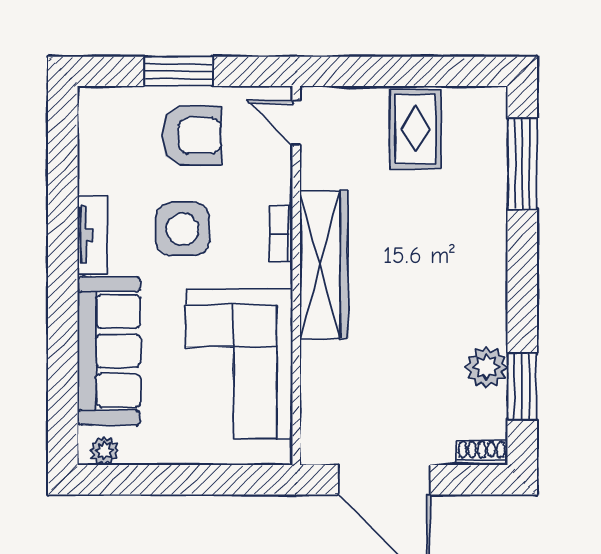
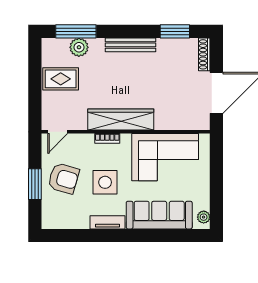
armchair: (191, 135) -> (63, 178), turned 106
bench: (492, 287) -> (131, 45), added
plant: (487, 367) -> (79, 47), moved
shoe rack: (482, 453) -> (204, 54), width x1.43

